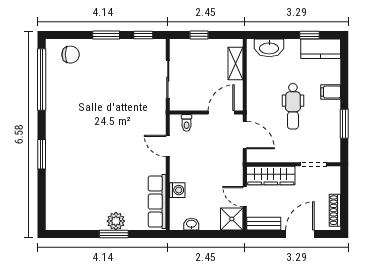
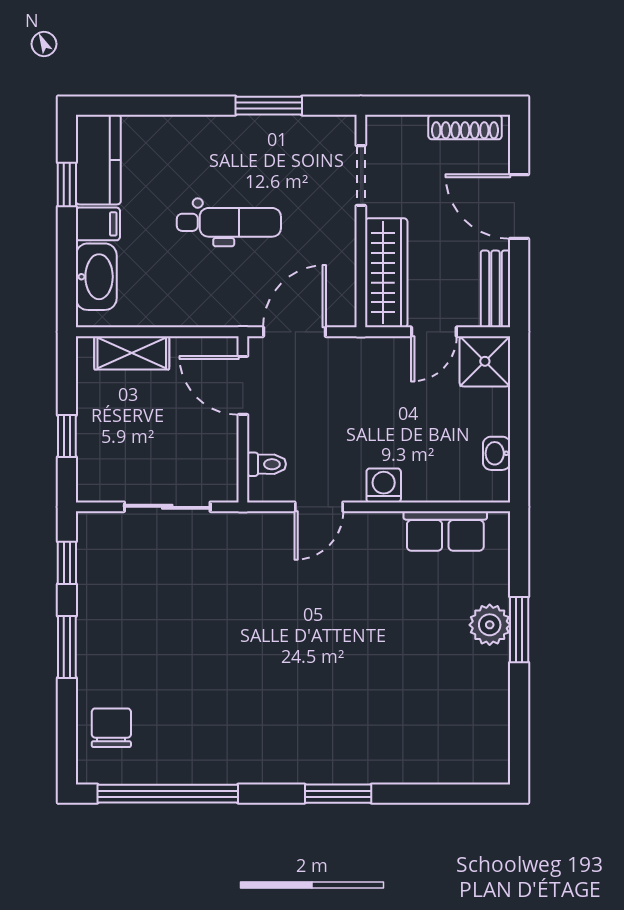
filing cabinet: (331, 92) -> (98, 224), moved, turned -90
washing machine: (177, 190) -> (384, 485), moved
row of seats: (157, 202) -> (445, 531), width x0.68

